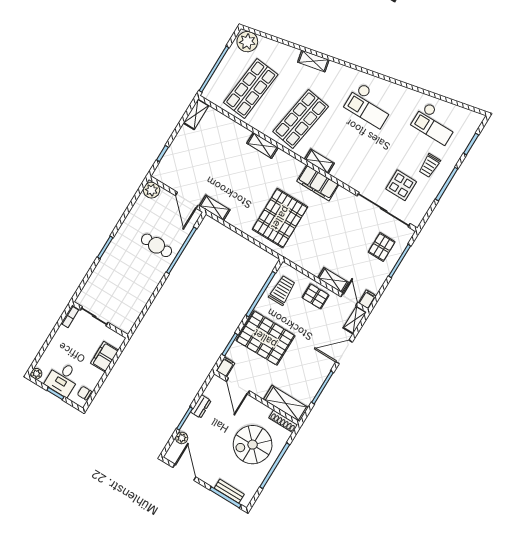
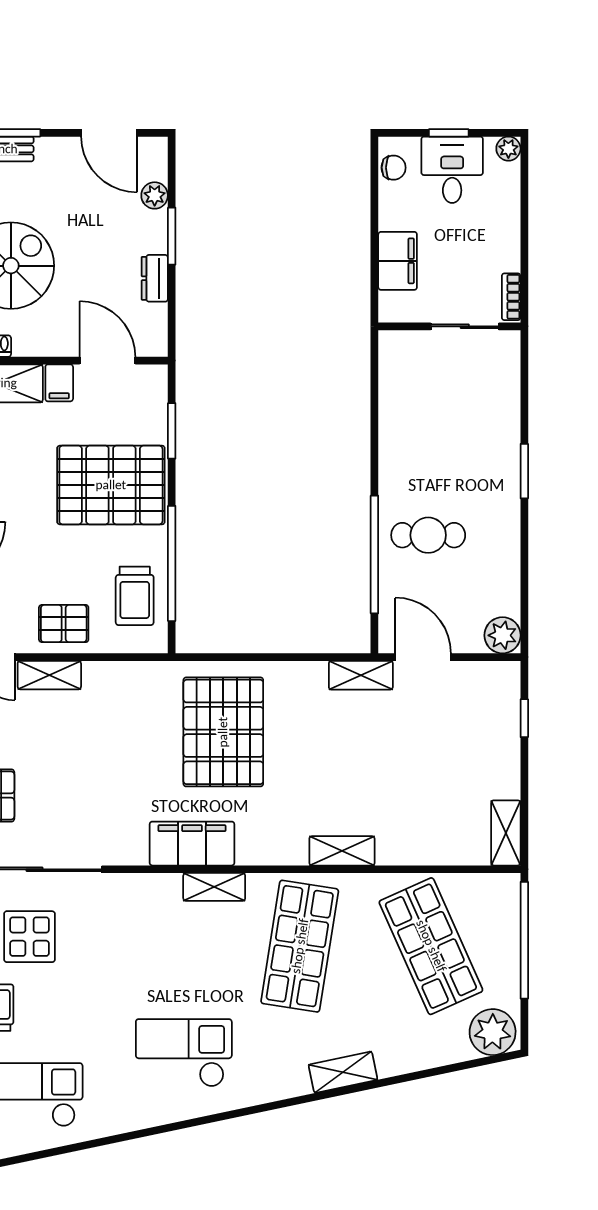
shop shelf: (251, 89) -> (431, 946), turned -30
filing cabinet: (225, 367) -> (59, 383), moved

